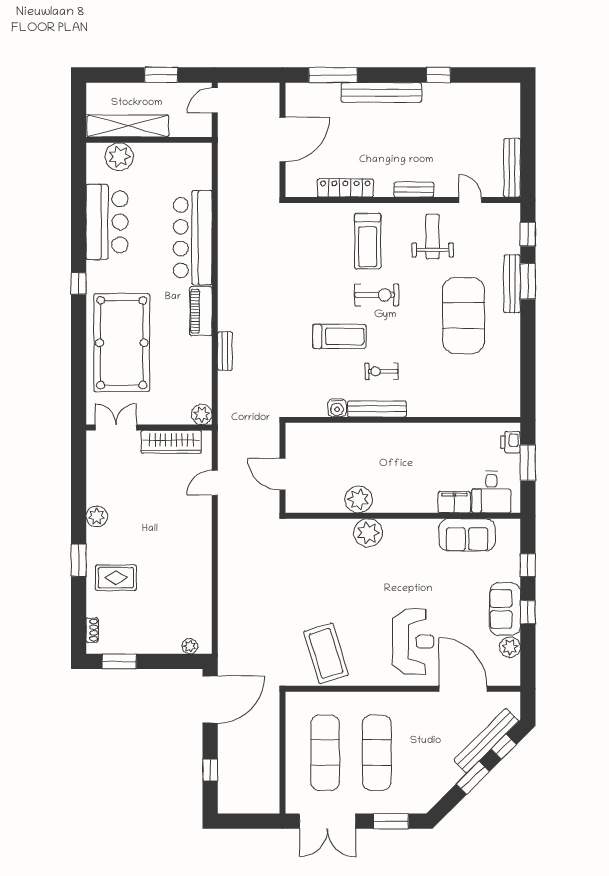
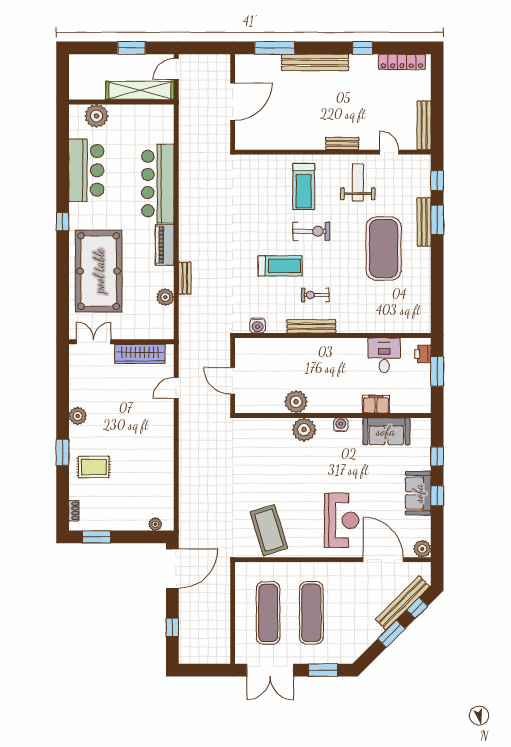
shelving: (128, 126) -> (140, 90), moved
locker: (345, 188) -> (402, 62), moved, turned 180
water cooler: (337, 408) -> (258, 325), moved
plant: (202, 414) -> (165, 297), moved
desk: (491, 492) -> (384, 355), moved, turned 180
water cooler: (412, 527) -> (341, 425), added
plant: (510, 647) -> (422, 549), moved

